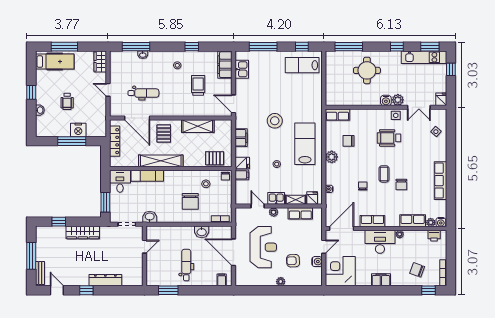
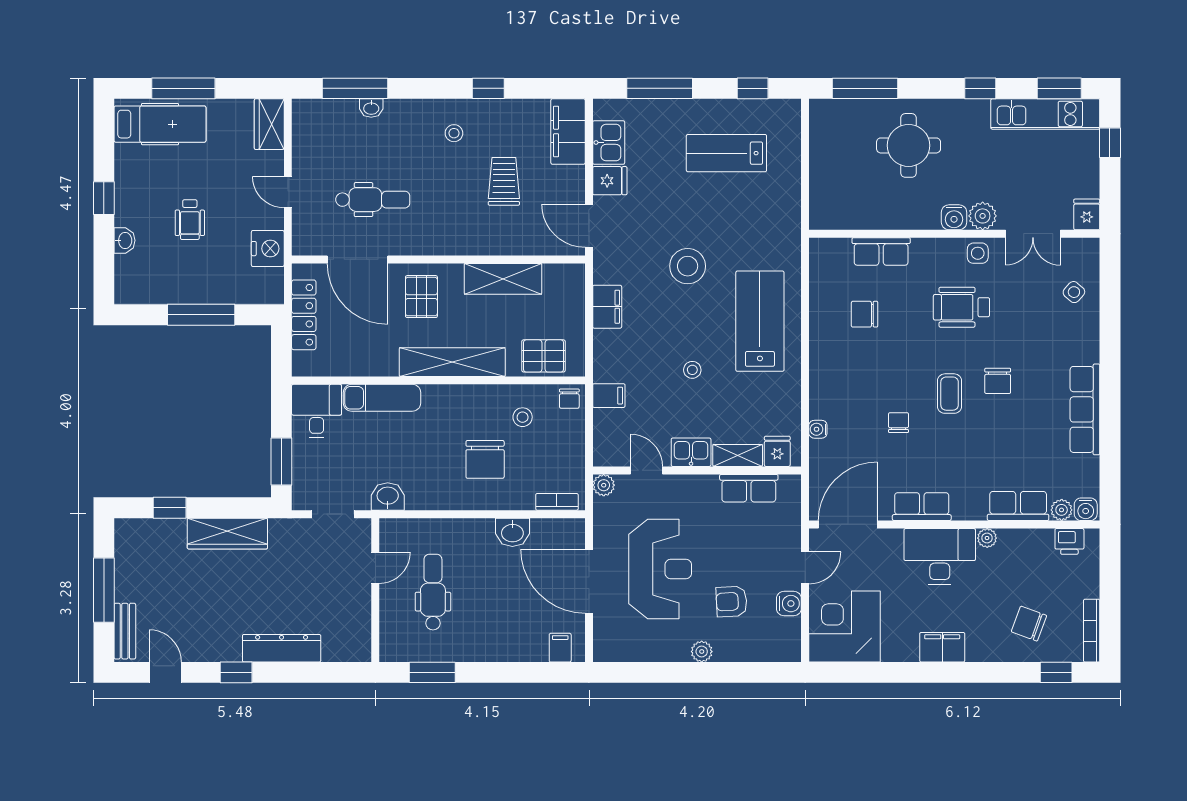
lab bench: (302, 65) -> (726, 153), moved
row of seats: (338, 115) -> (881, 251), moved
nightstand: (78, 130) -> (268, 249), moved, turned -90
plant: (332, 157) -> (824, 353), removed
shelving: (161, 161) -> (452, 362), moved
fridge: (242, 163) -> (610, 181), moved
chair: (401, 185) -> (998, 381), moved
plant: (274, 212) -> (604, 485), moved
dental chair: (186, 265) -> (433, 592), moved

